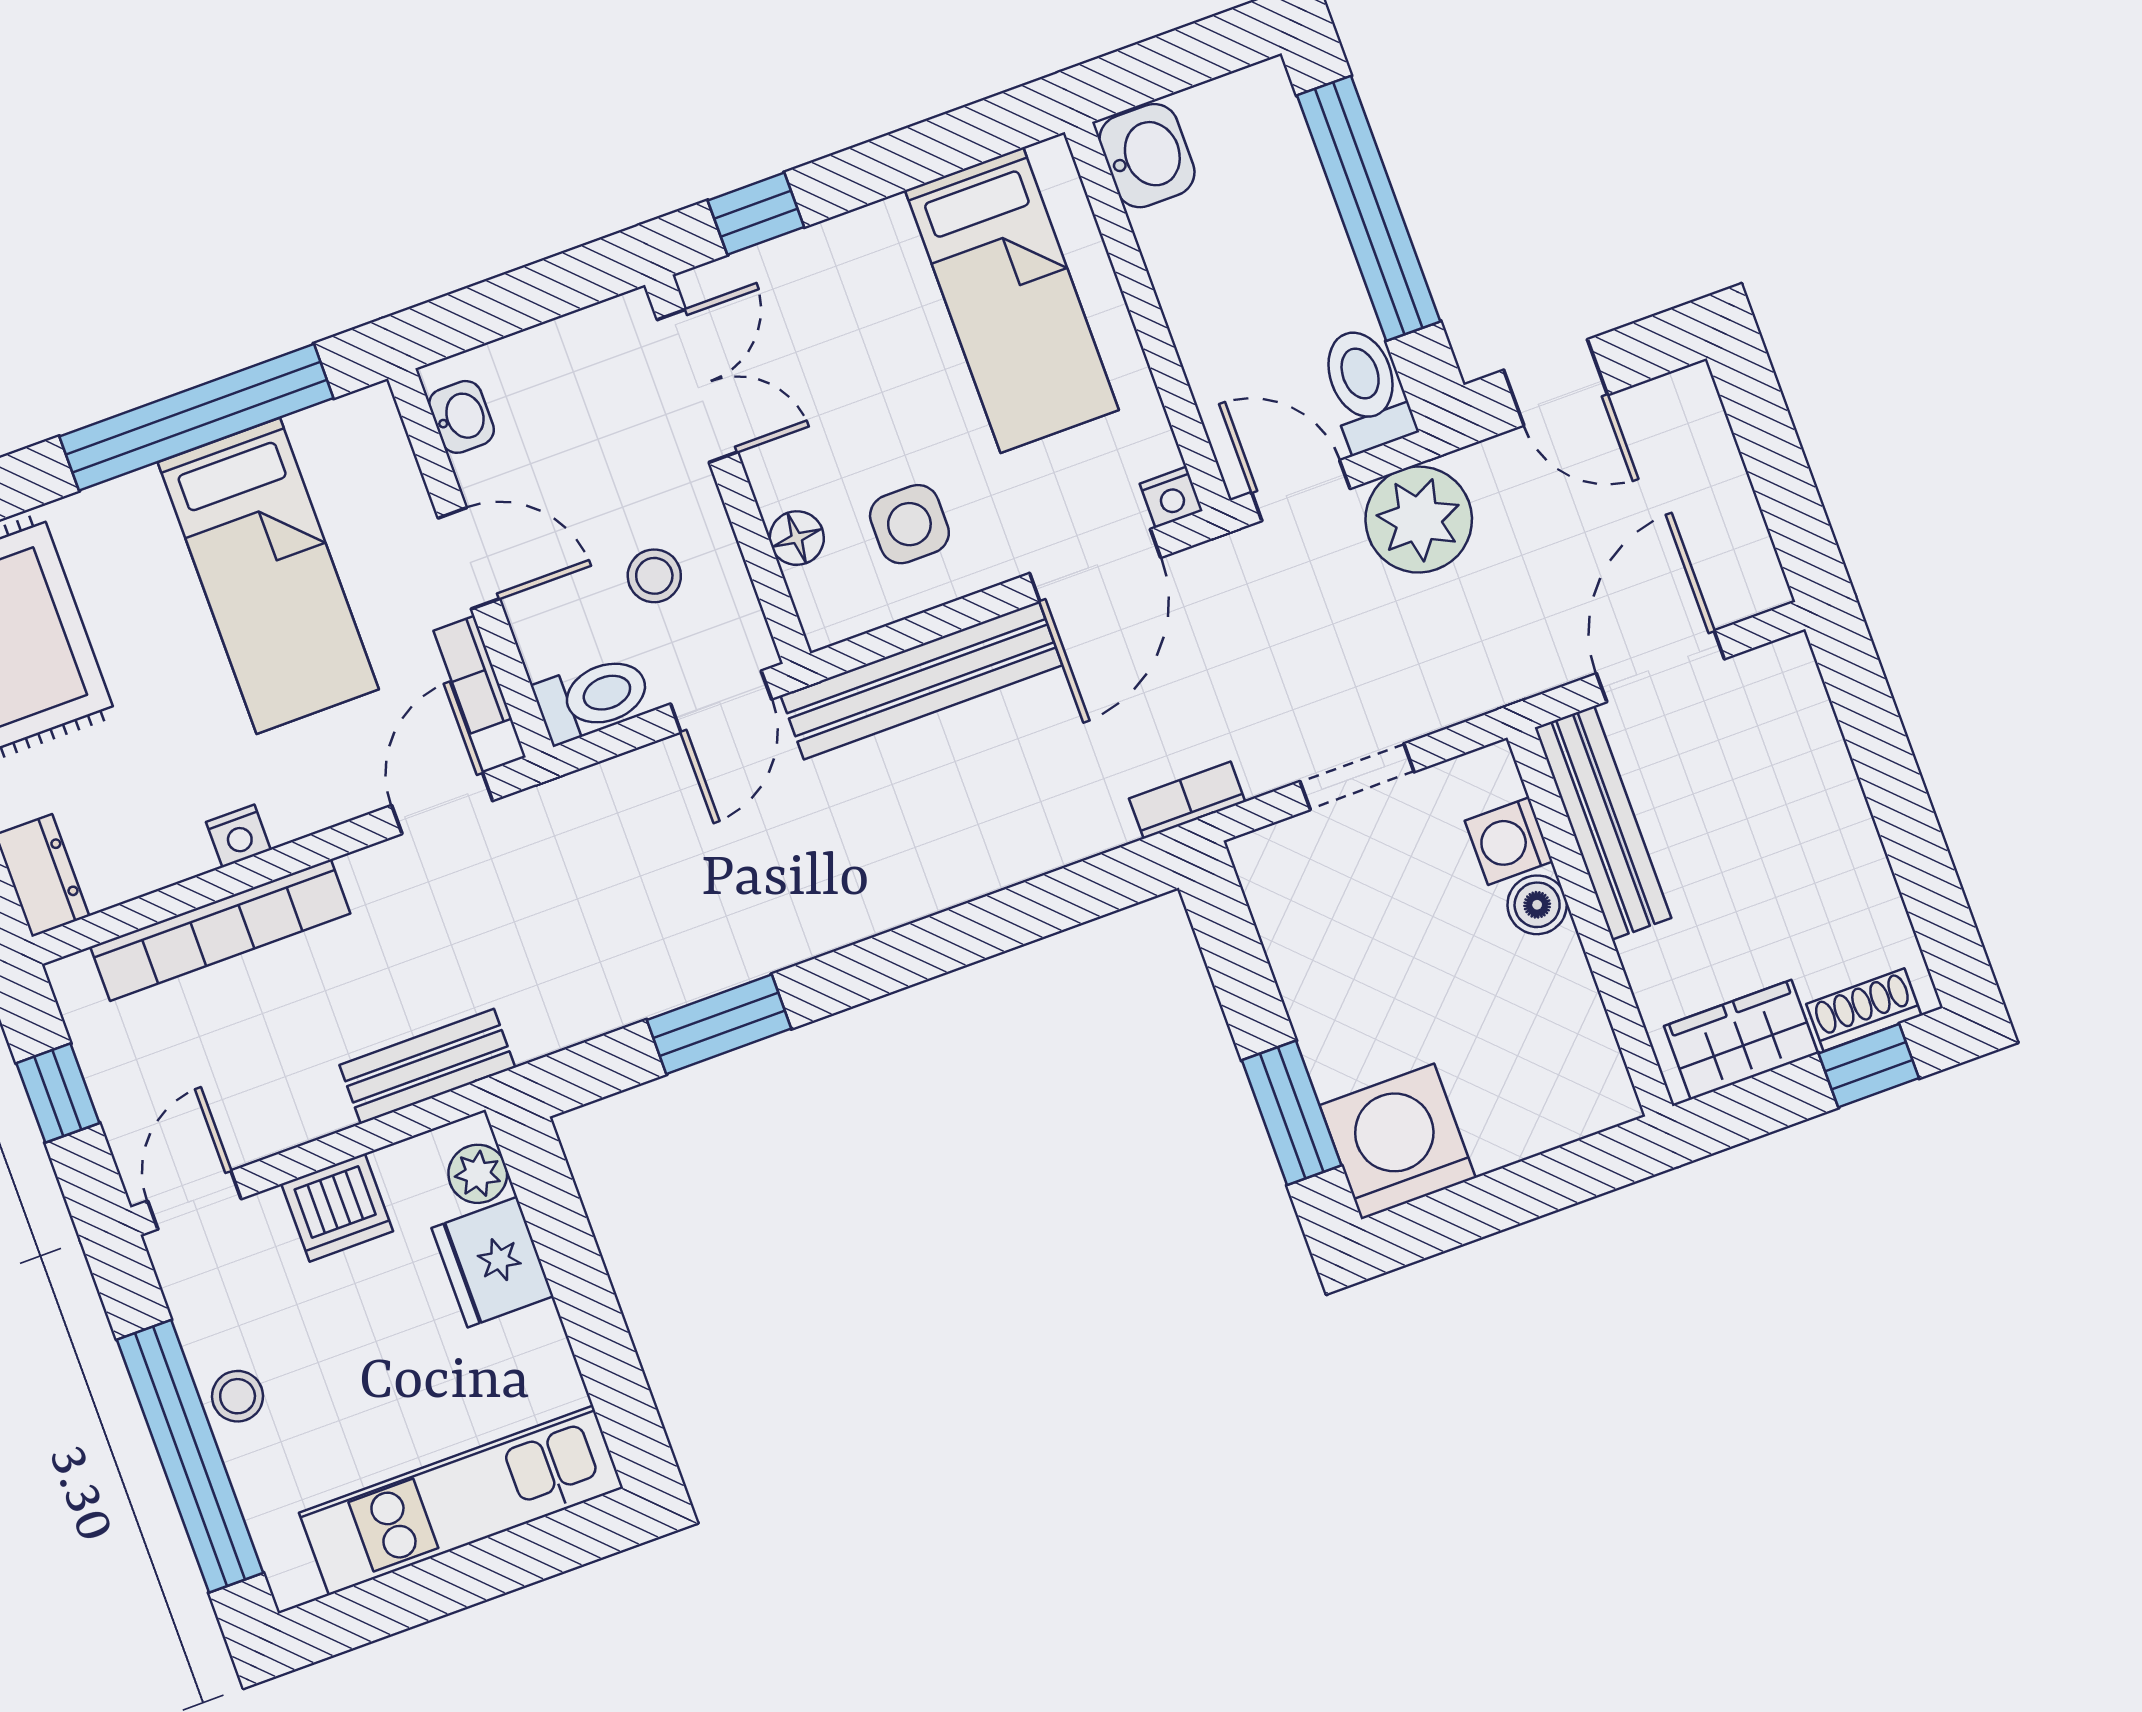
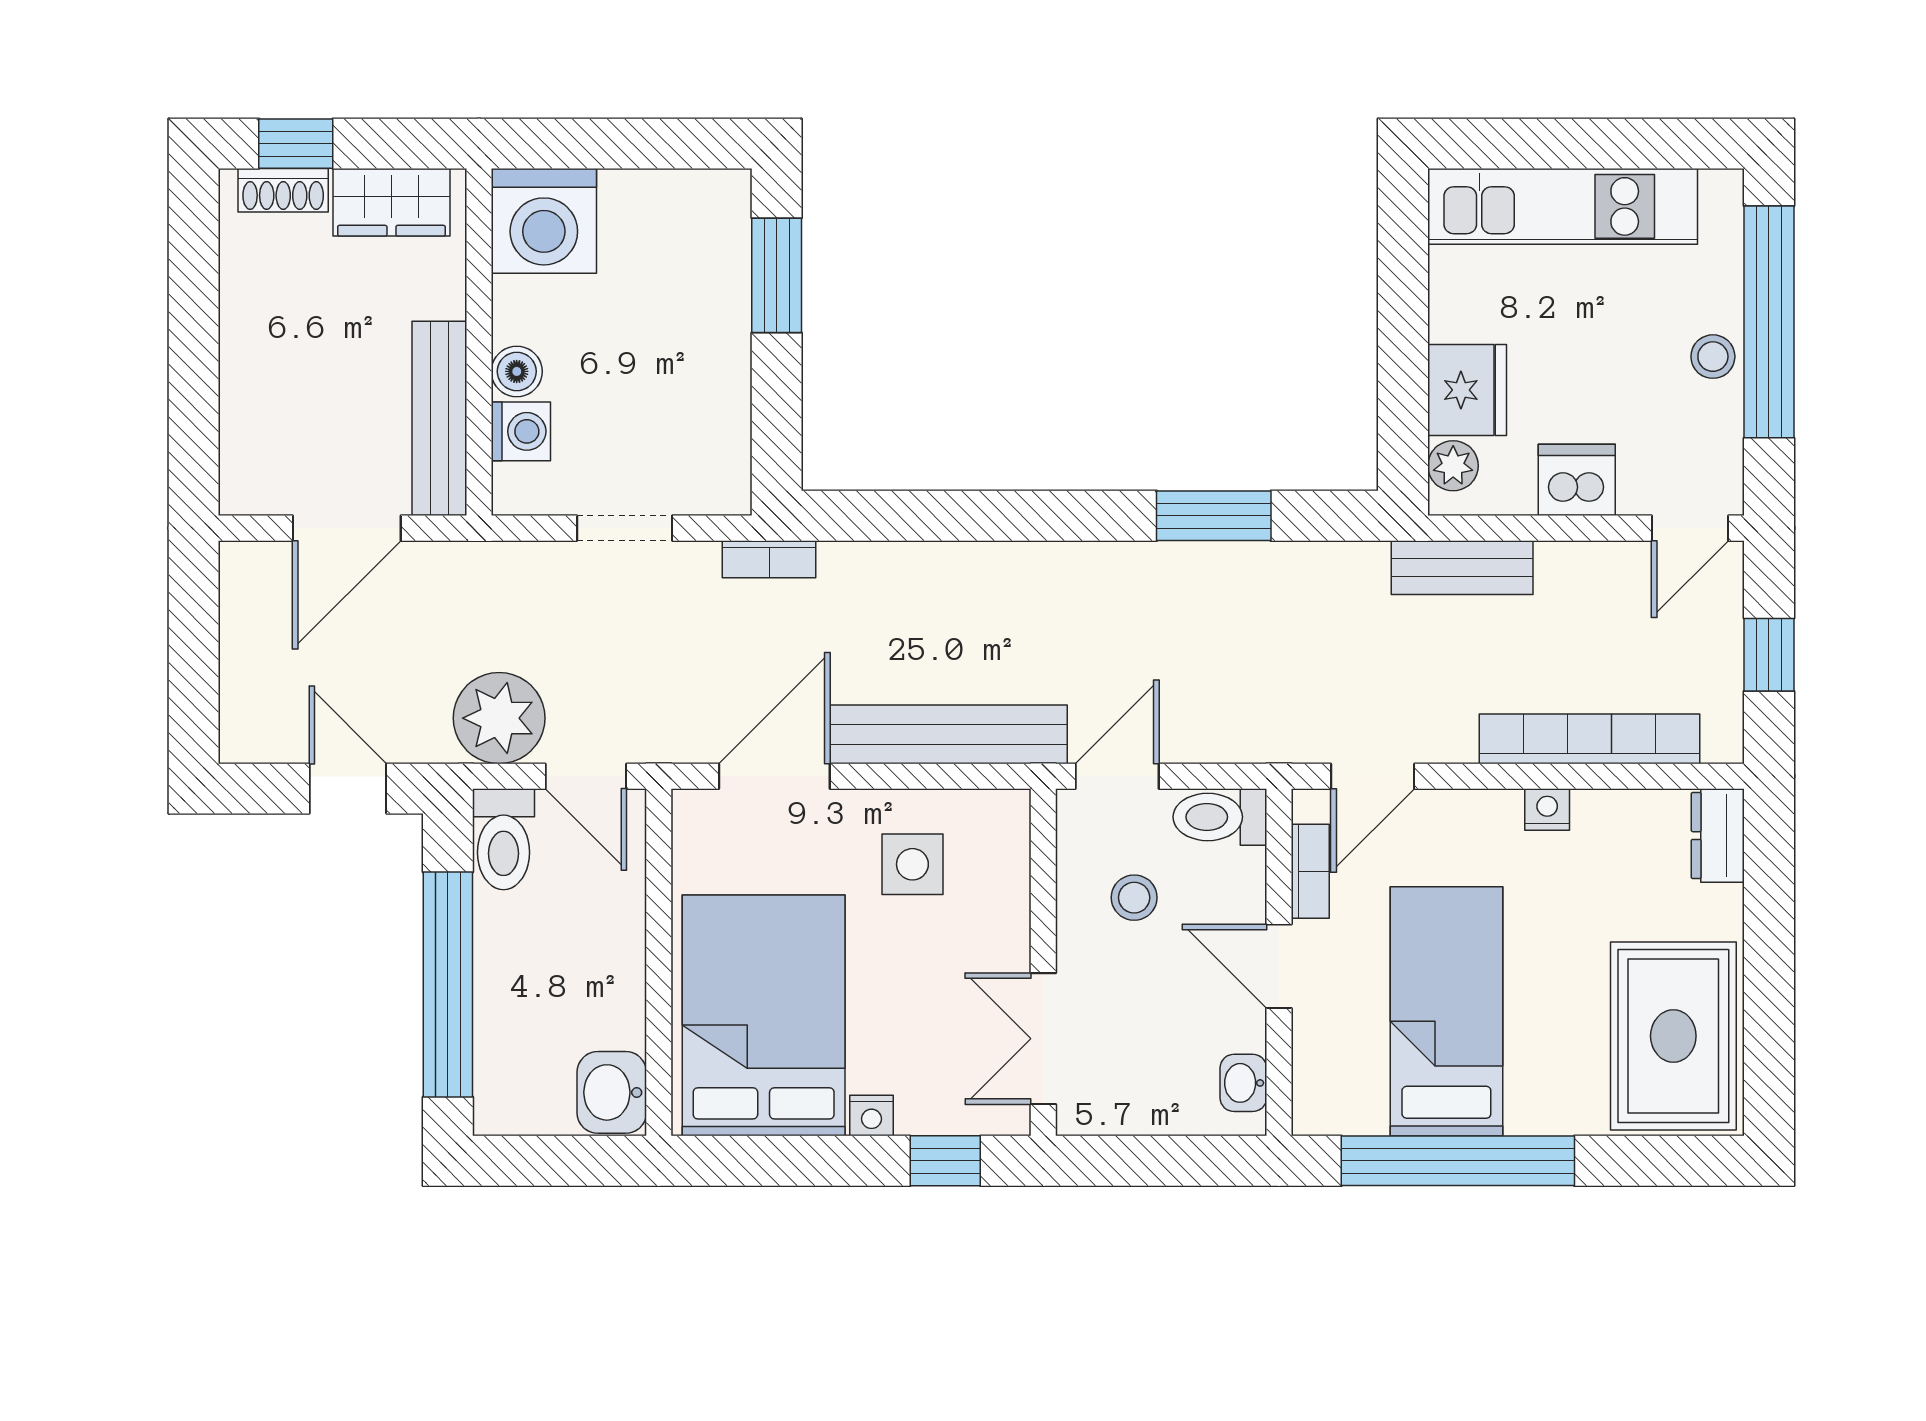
bed: (1012, 300) -> (764, 1015), width x1.50
nightstand: (1171, 497) -> (872, 1116), moved, turned 180
floor lamp: (797, 538) -> (1008, 886), removed
washing machine: (1398, 1142) -> (544, 221), moved

